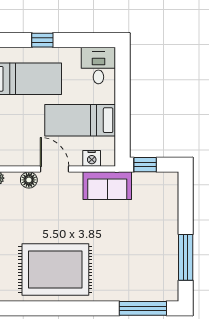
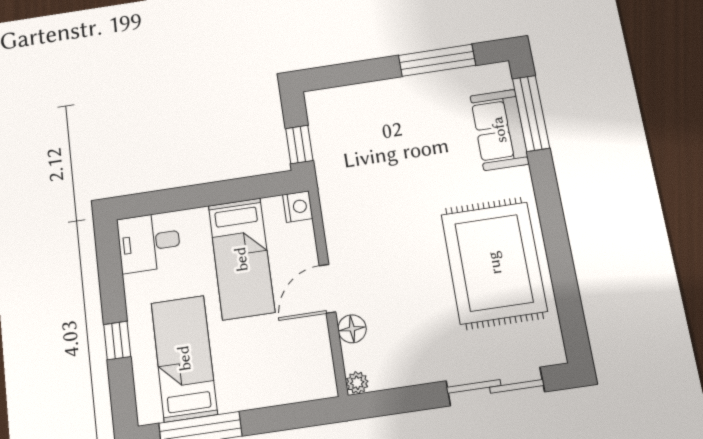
nightstand: (92, 158) -> (298, 207), moved
sofa: (107, 186) -> (499, 130), moved, turned 180

